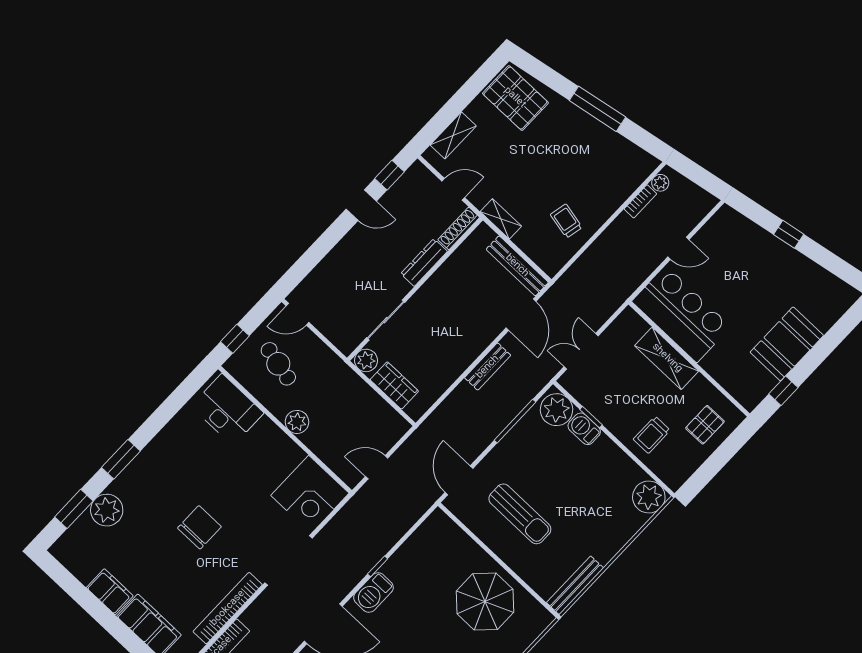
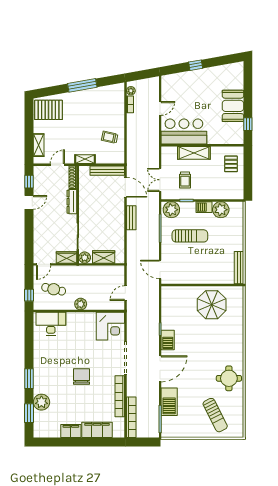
wardrobe: (340, 336) -> (67, 257), added
barbecue: (584, 429) -> (204, 207), moved
trolley: (652, 435) -> (185, 180), moved
plant: (649, 497) -> (221, 210), moved
sun lounger: (520, 514) -> (190, 236), moved

